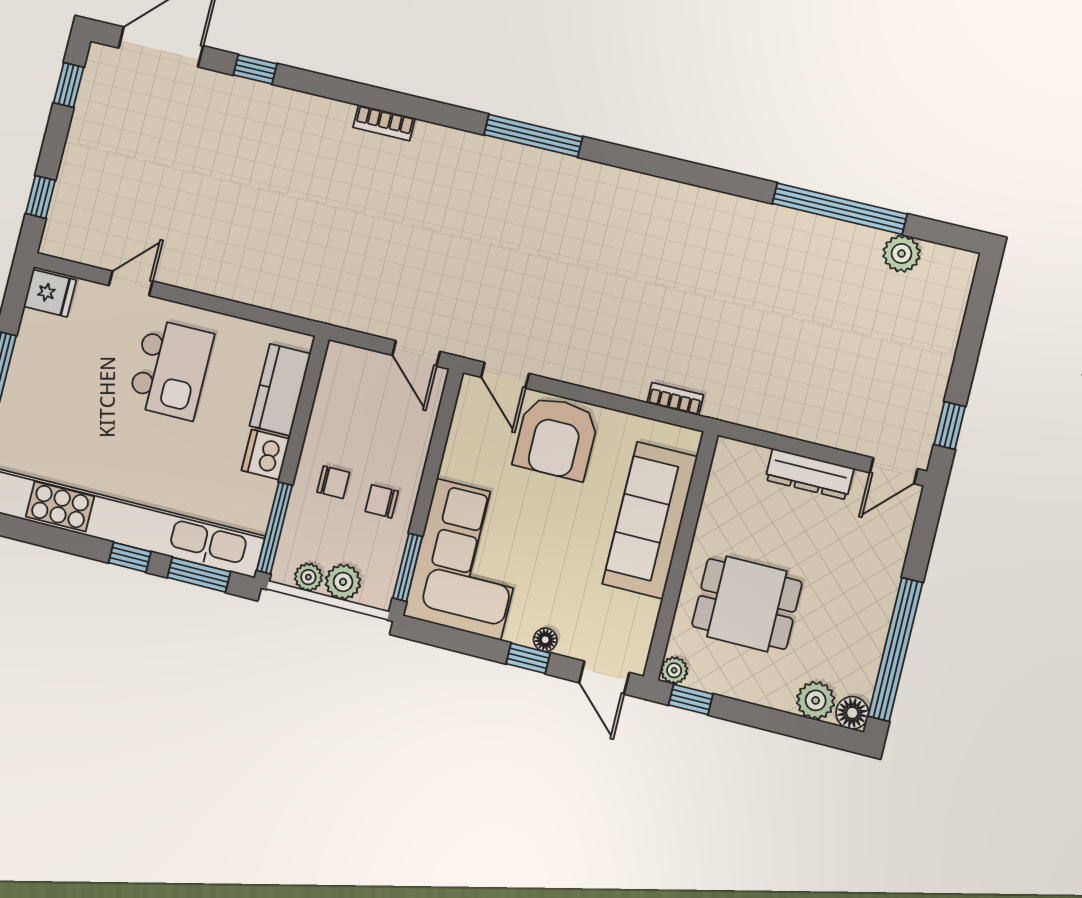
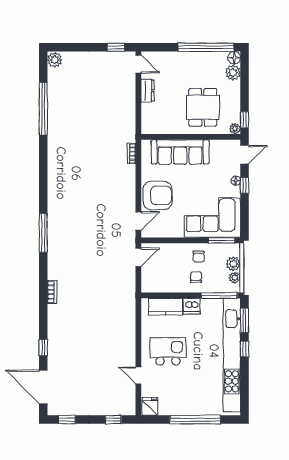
plant: (902, 254) -> (55, 60), moved
dresser: (810, 474) -> (148, 91), width x0.70

